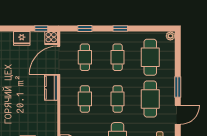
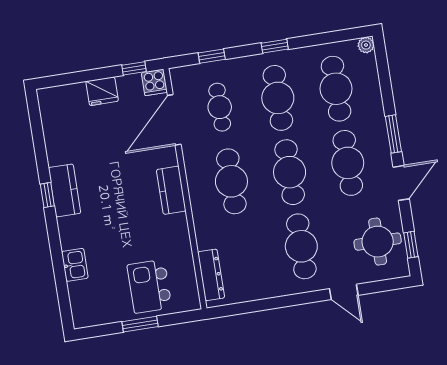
cafe table: (118, 57) -> (278, 98), width x1.37, depth x1.35
kitchen counter: (51, 88) -> (171, 190), moved
cafe table: (85, 99) -> (231, 181), width x1.37, depth x1.35
cafe table: (118, 99) -> (290, 172), width x1.37, depth x1.35

